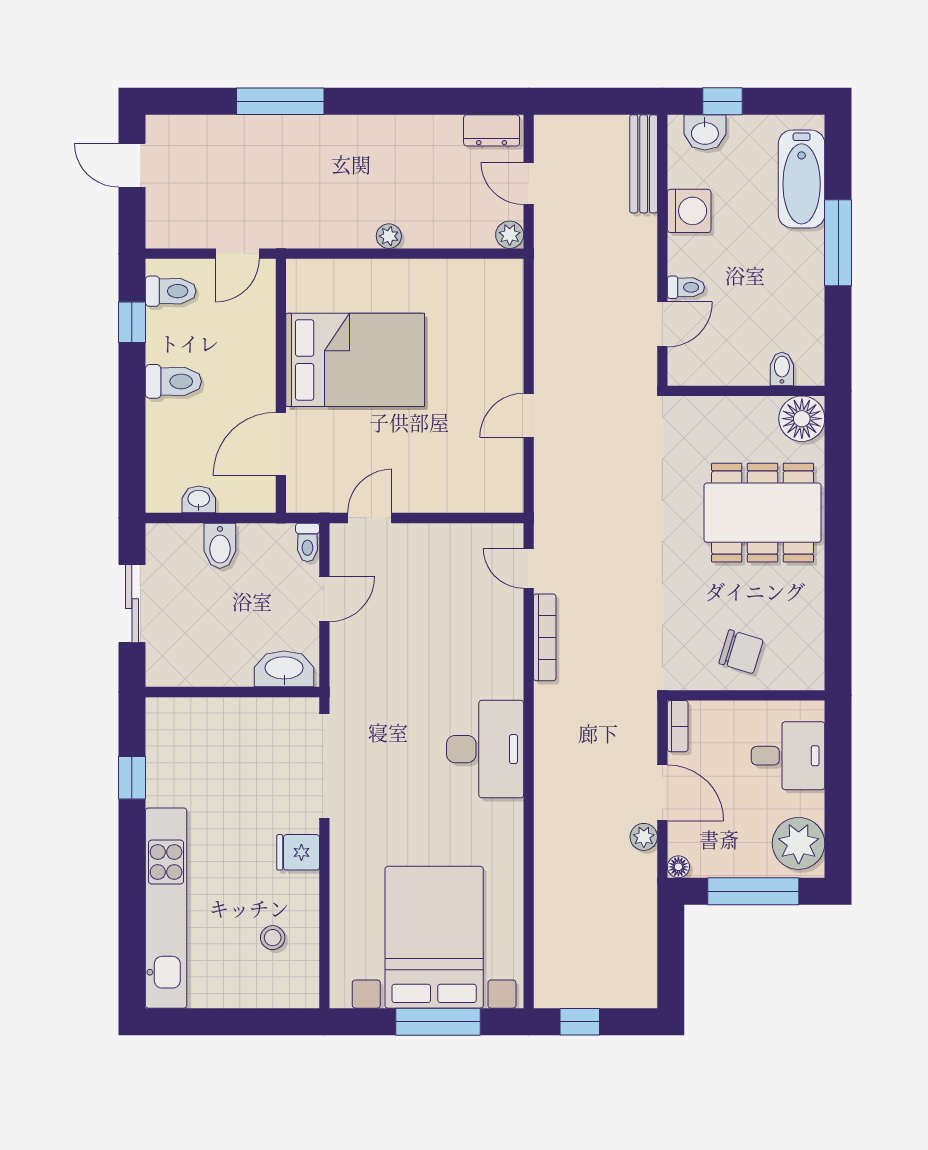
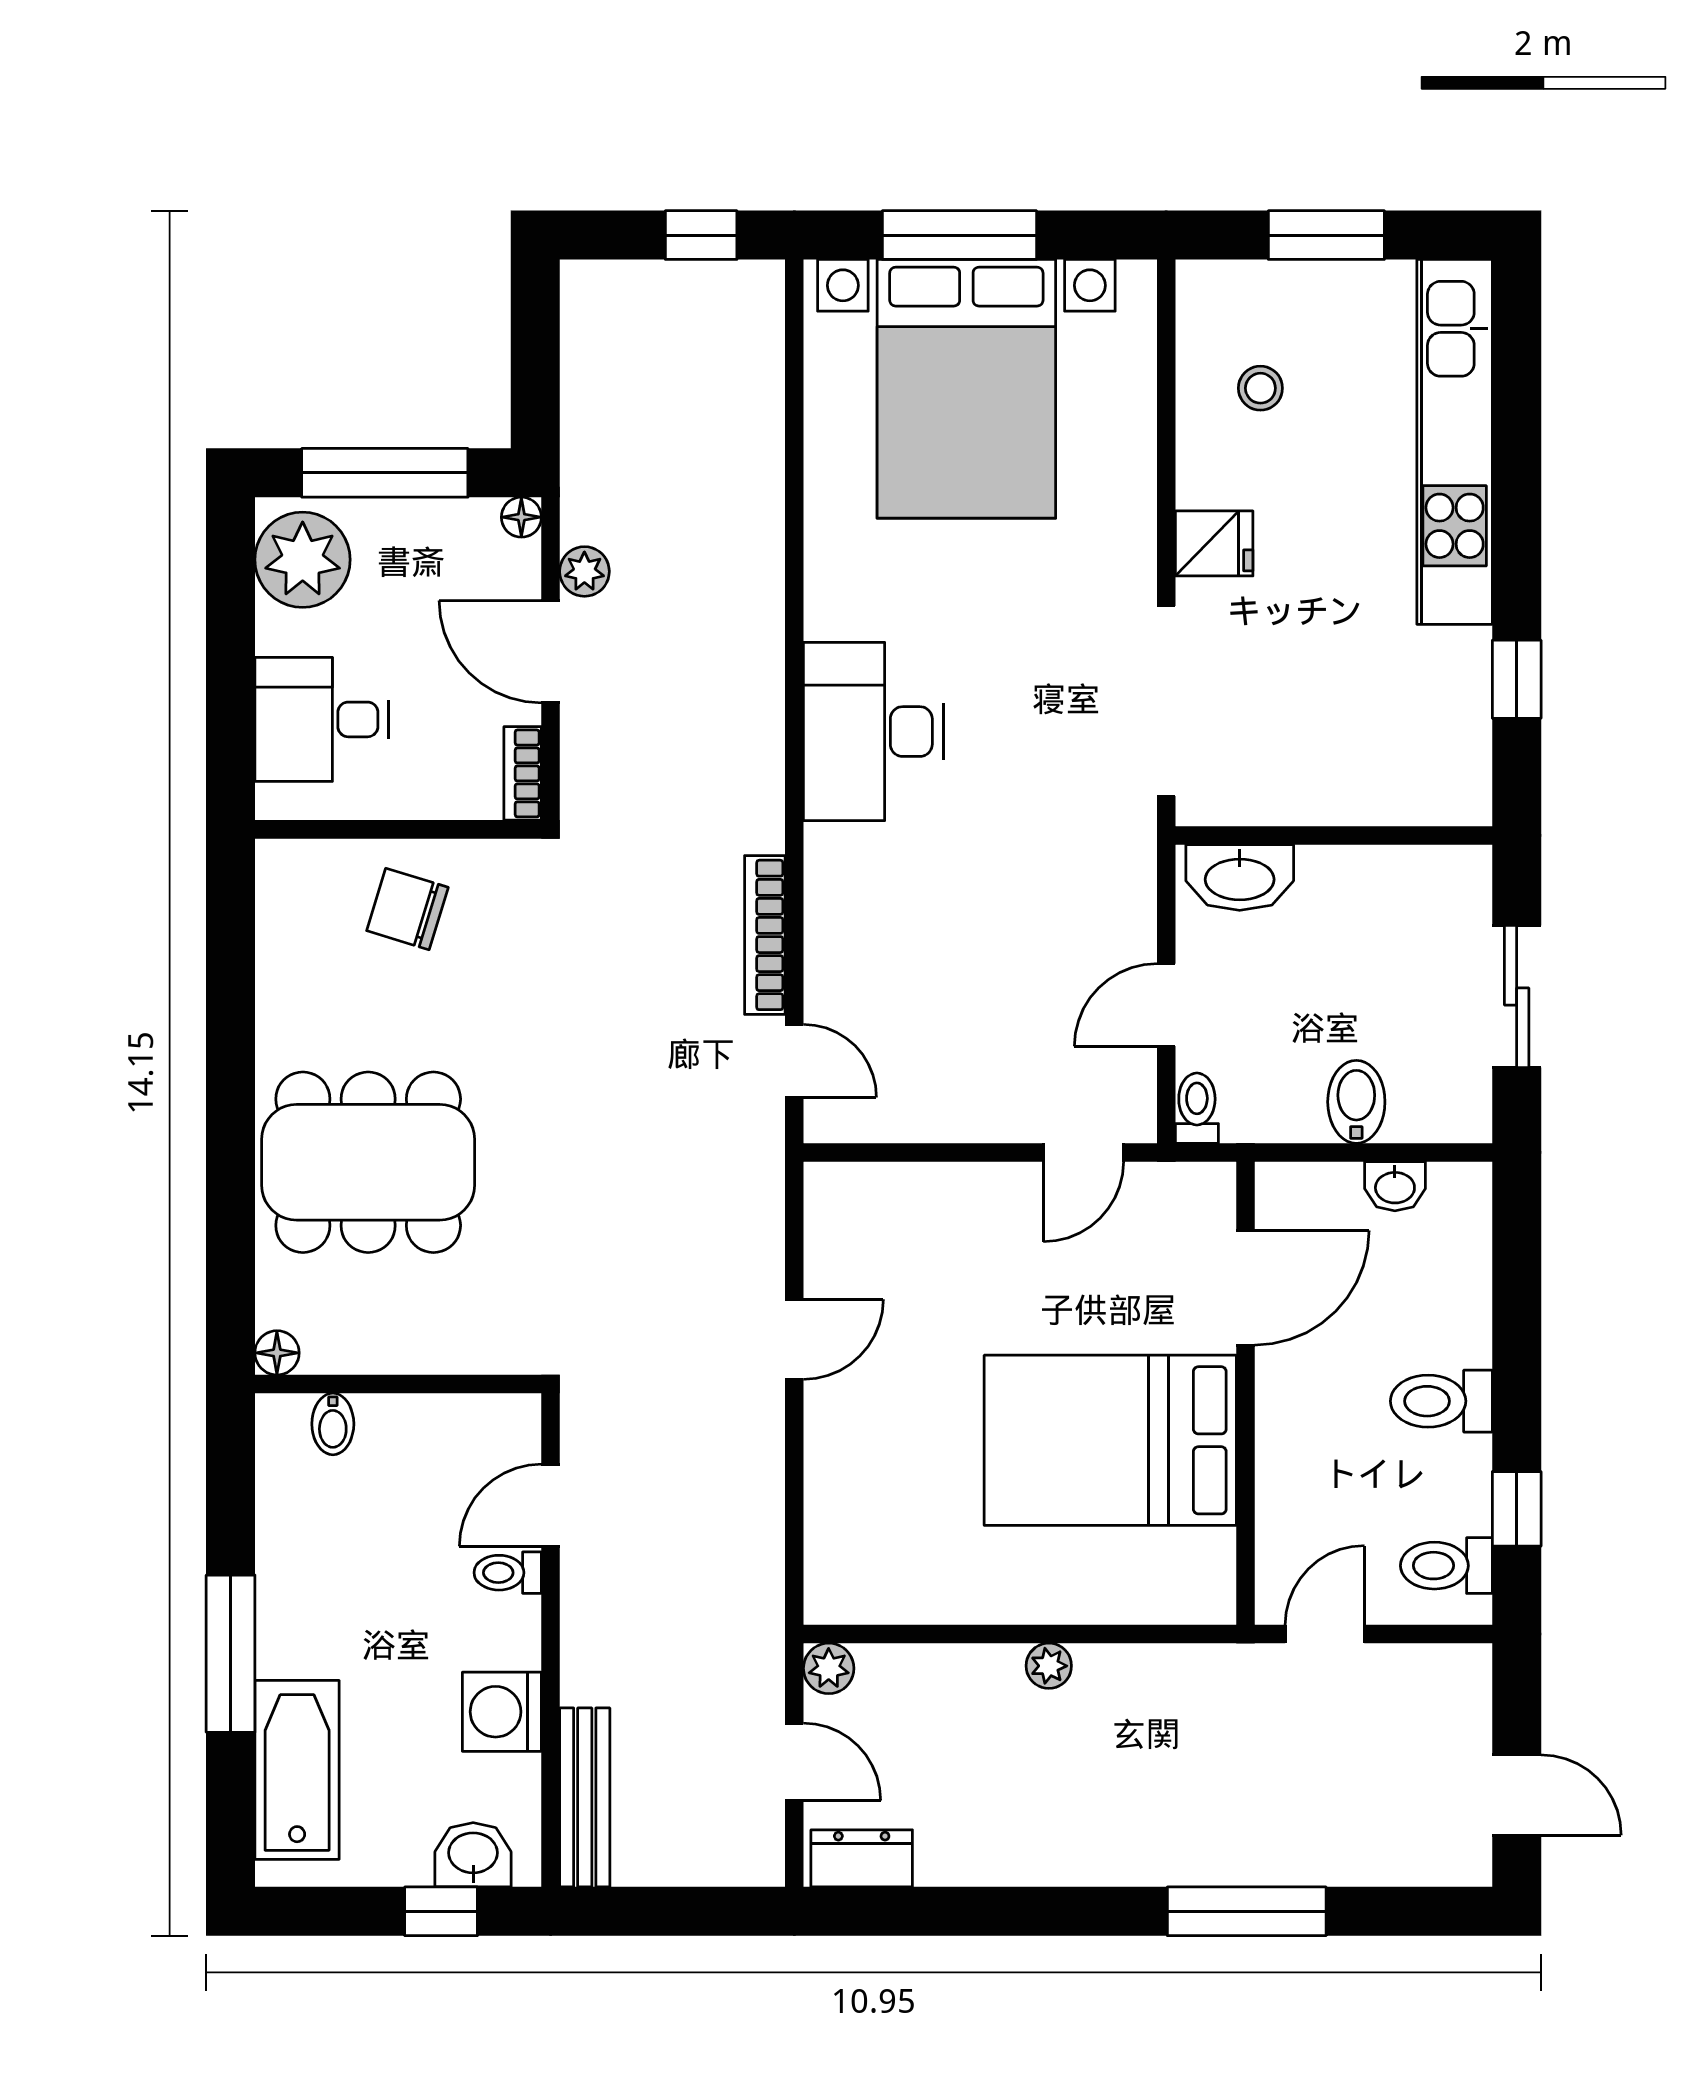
floor lamp: (802, 419) -> (277, 1353), width x0.53, depth x0.53
window: (236, 1022) -> (1326, 235), added

